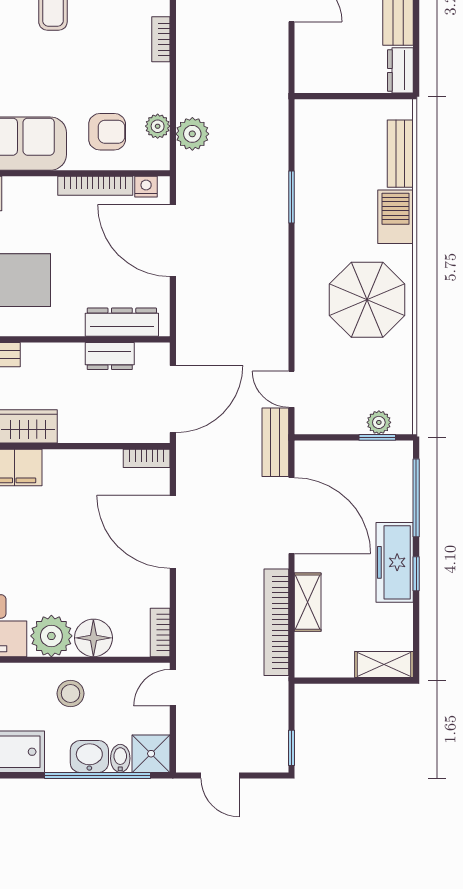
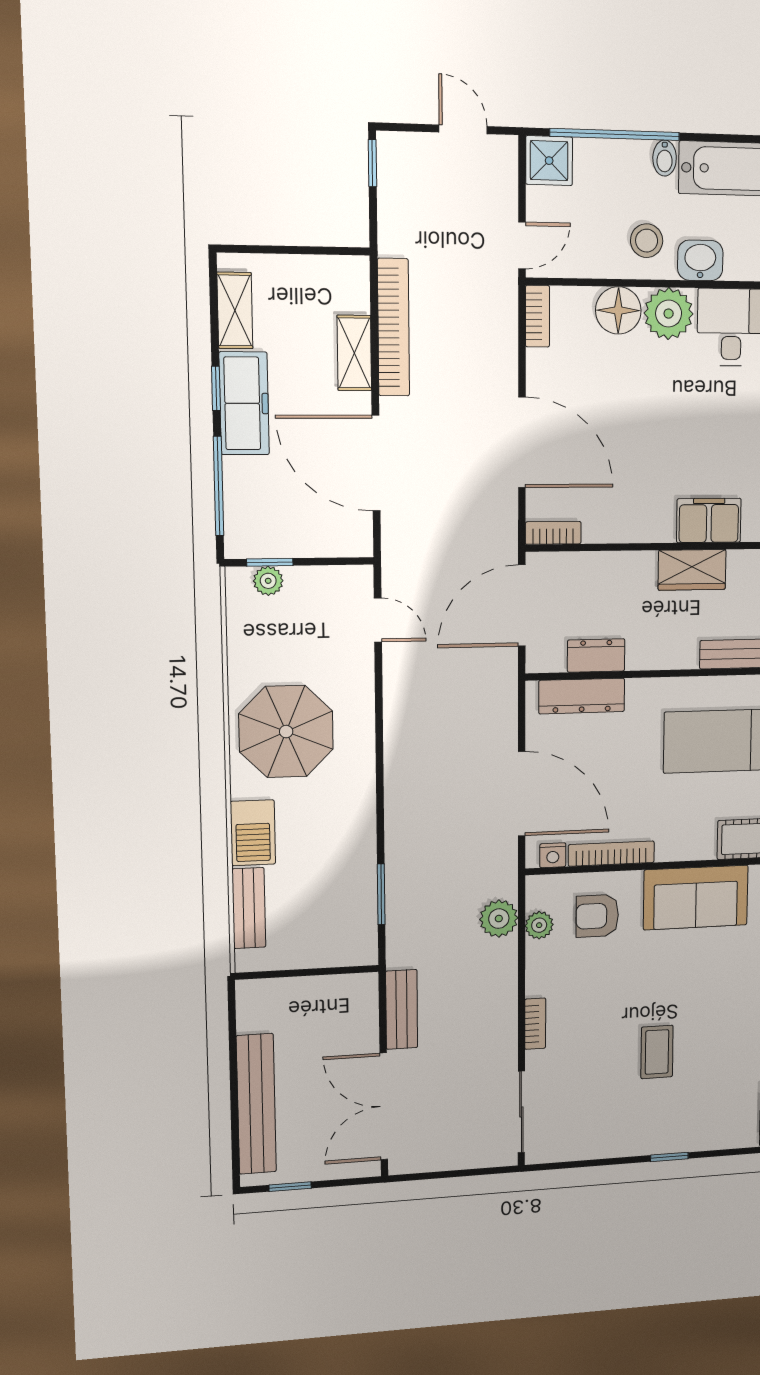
dresser: (400, 70) -> (251, 1005), removed
window: (291, 197) -> (381, 894), moved
bench: (275, 442) -> (402, 1009), moved
shelving: (384, 664) -> (235, 310), moved, turned 90
washbasin: (89, 756) -> (700, 260), moved, turned 180
bidet: (120, 758) -> (665, 158), moved

